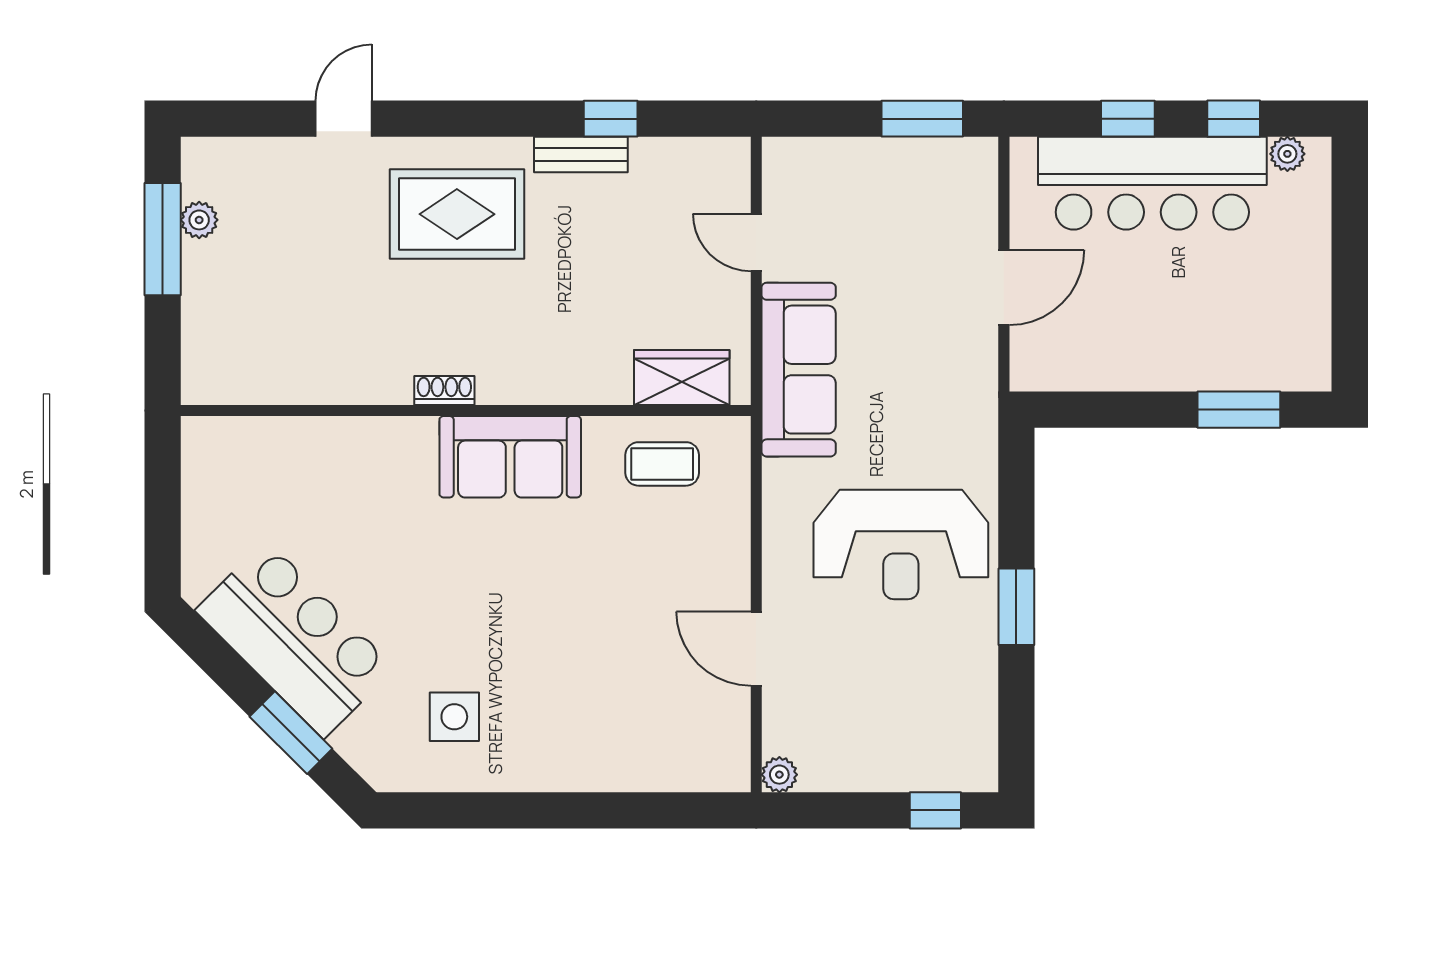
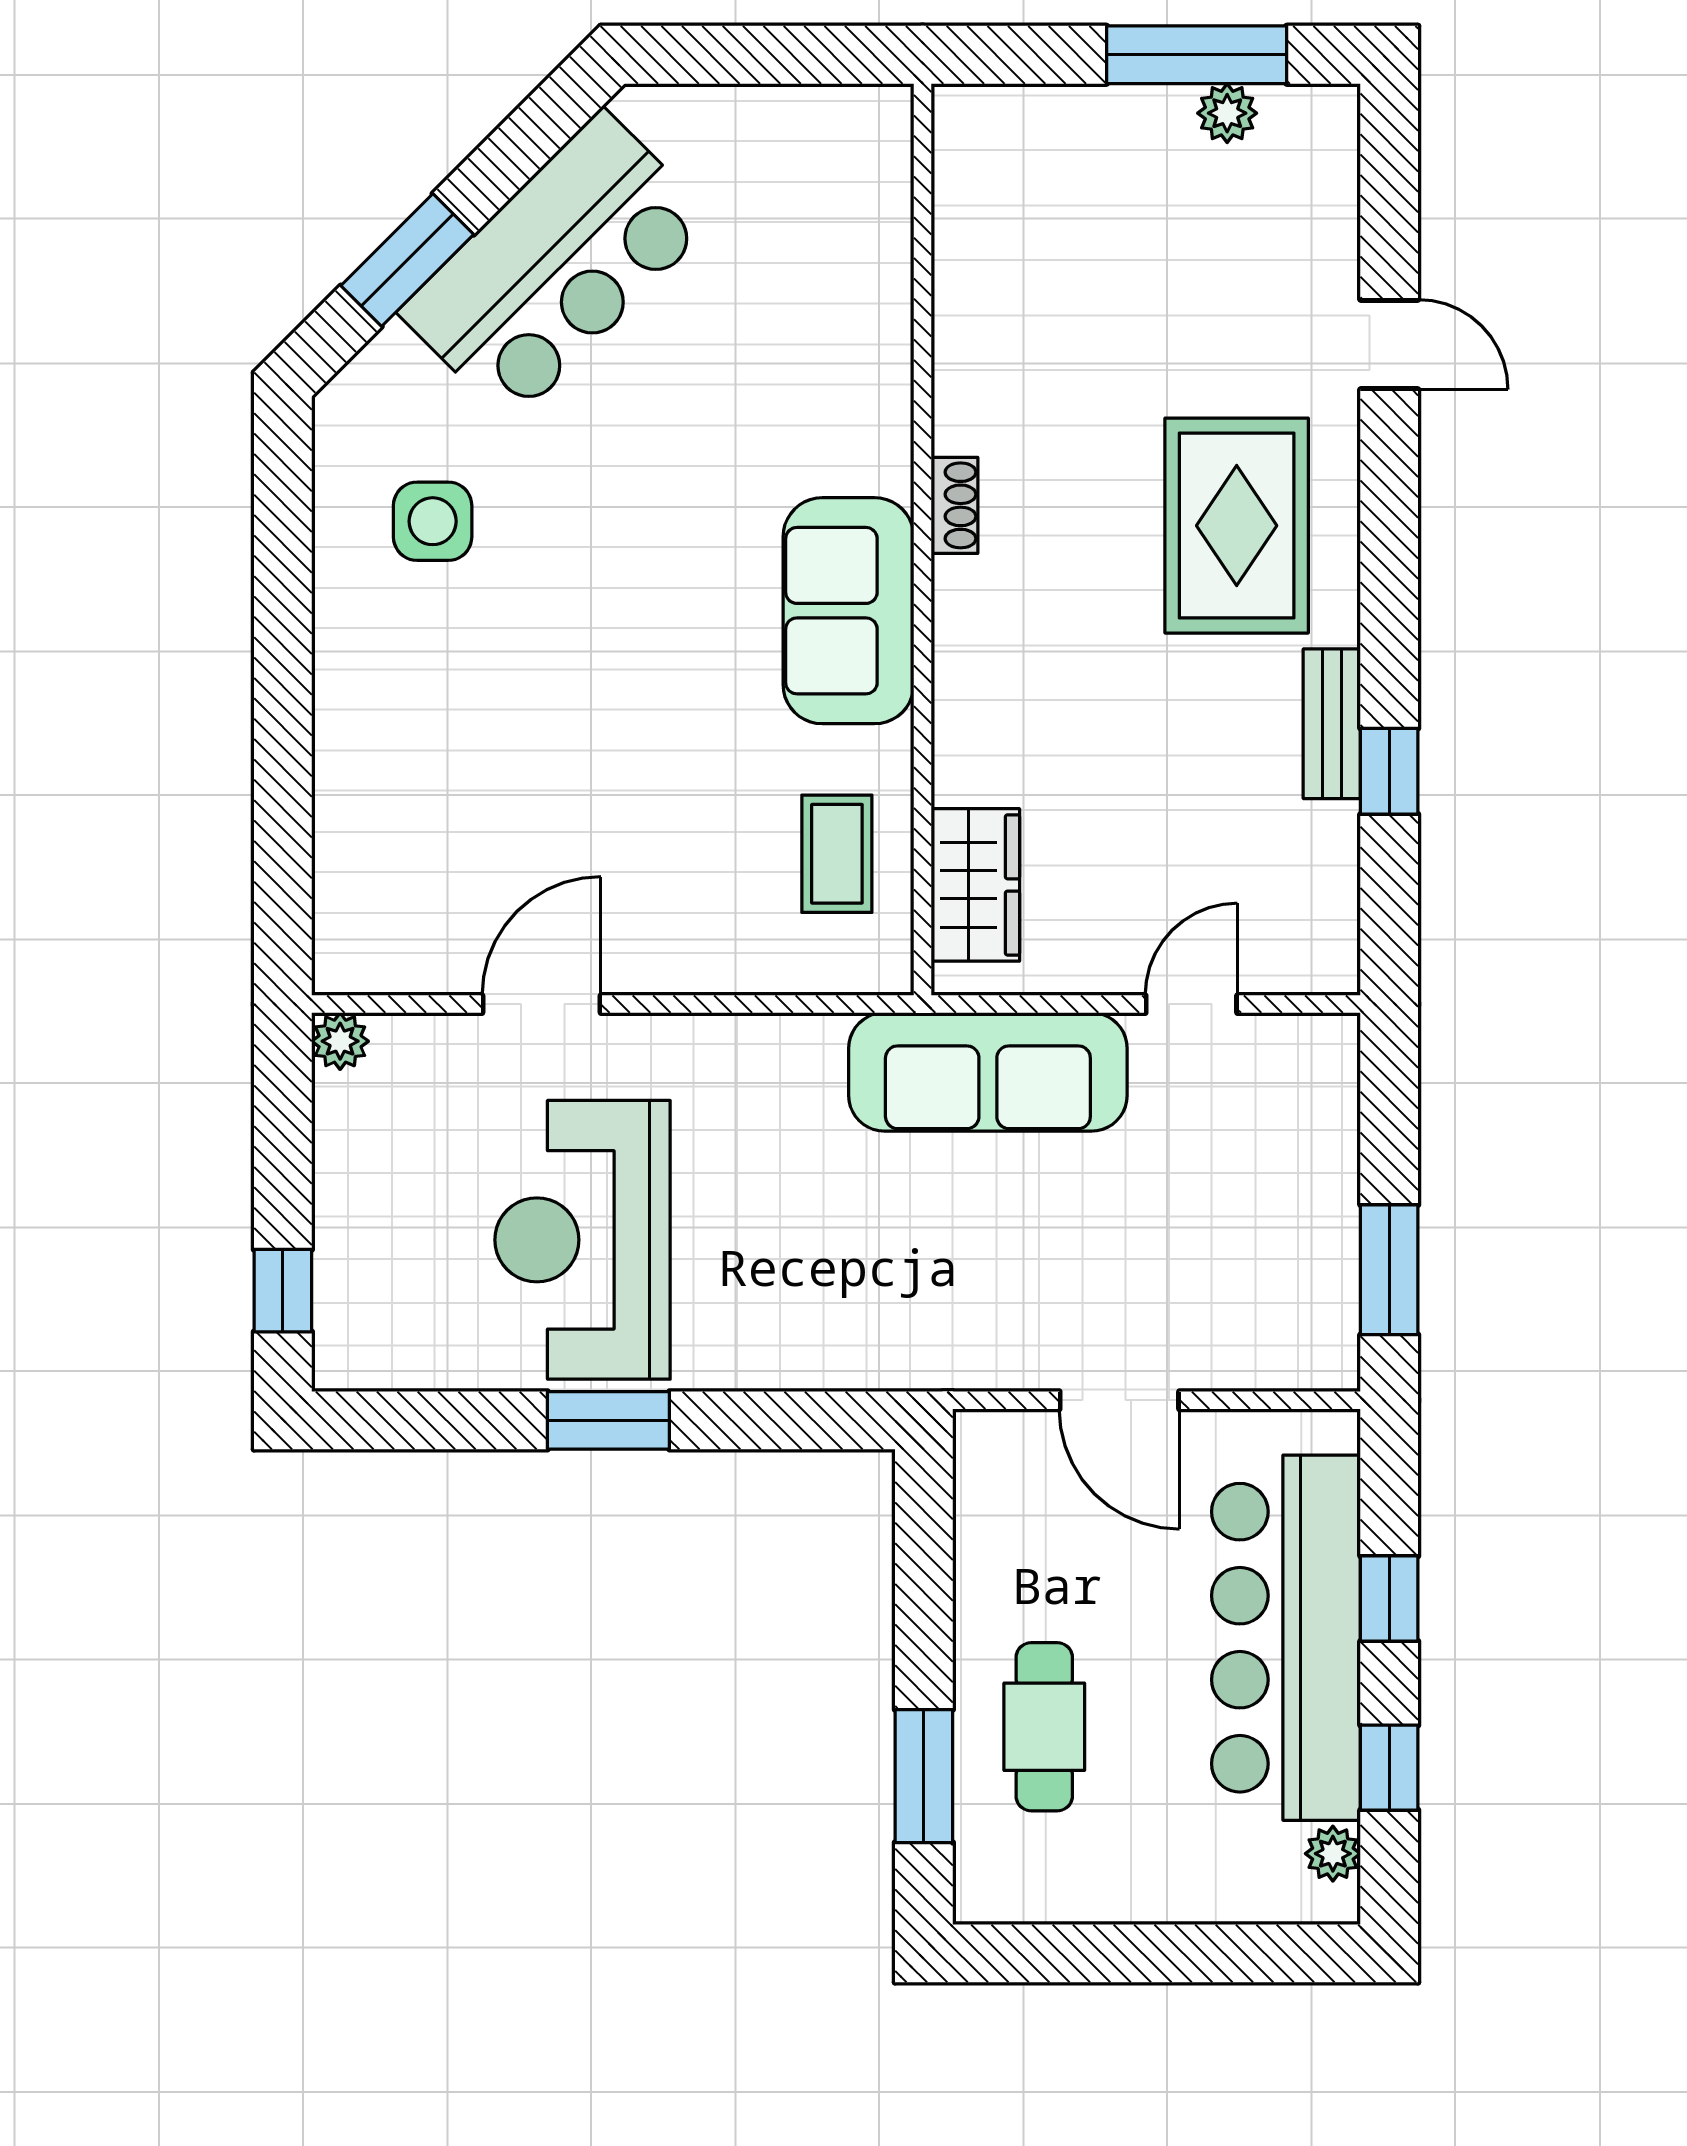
cafe table: (1208, 334) -> (1044, 1727), added
reception desk: (901, 545) -> (582, 1240), moved

